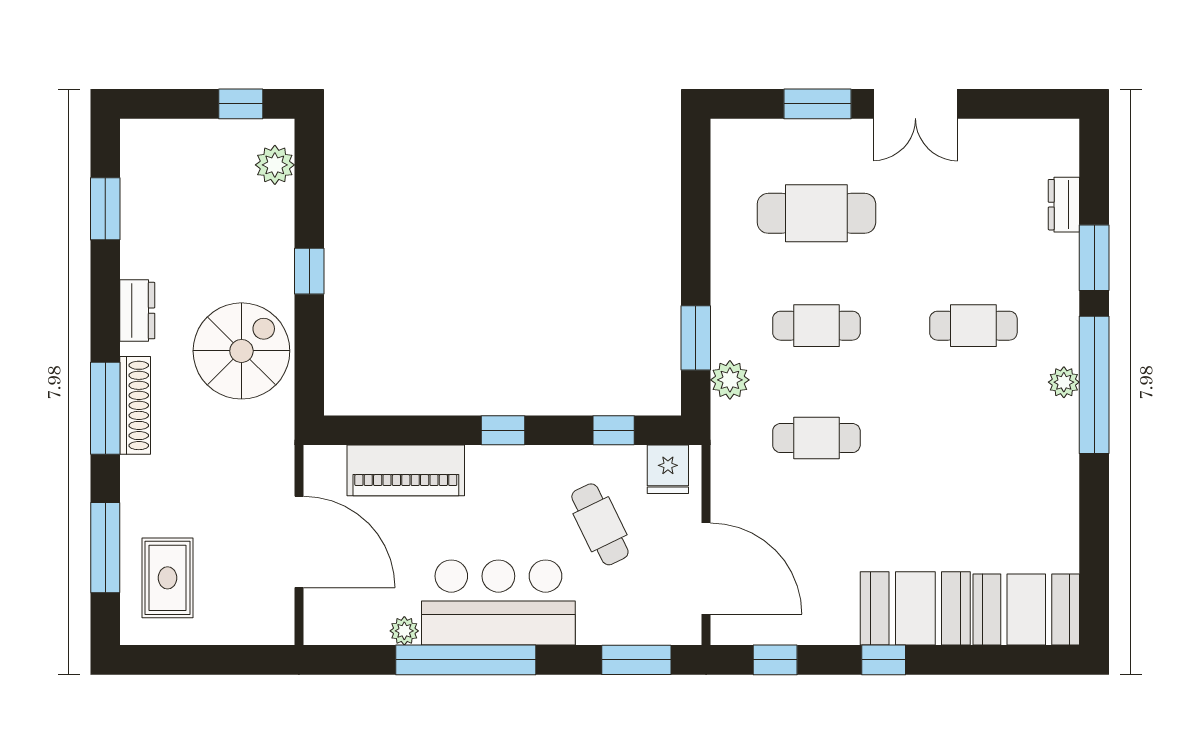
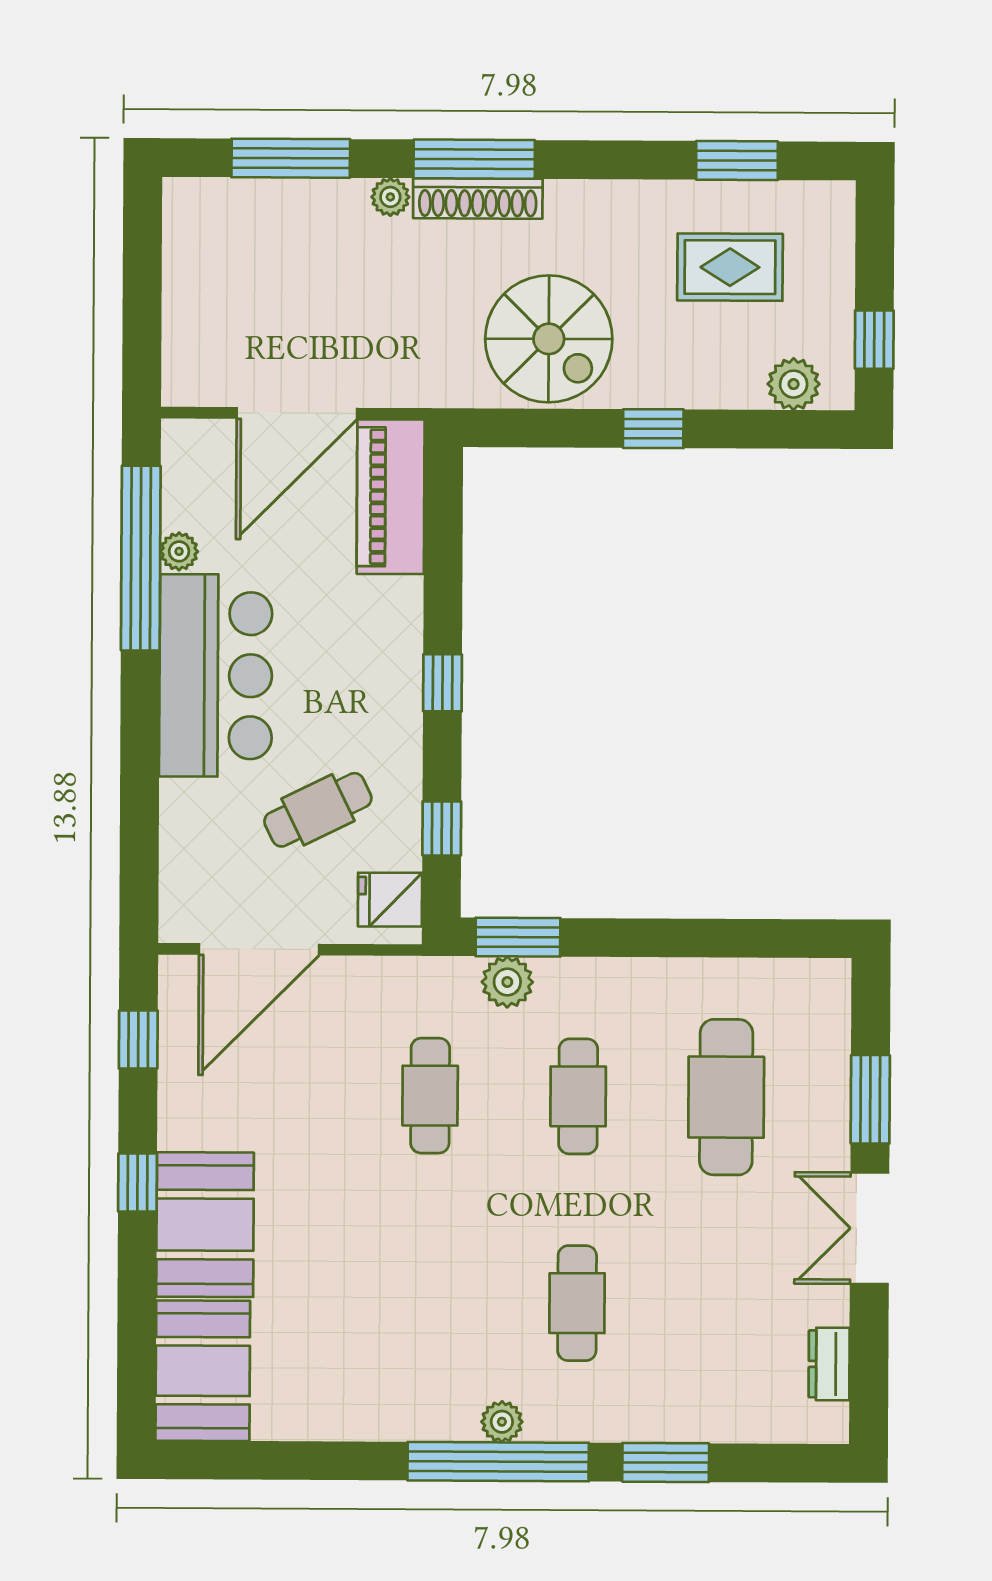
dresser: (1064, 205) -> (829, 1364), moved, turned -90
dresser: (137, 311) -> (603, 202), removed
window: (696, 338) -> (518, 937), moved
piano: (406, 470) -> (391, 497), moved
plant: (134, 472) -> (390, 197), added
rug: (168, 578) -> (730, 267), moved
window: (466, 660) -> (141, 558), moved
window: (636, 660) -> (139, 857), removed

